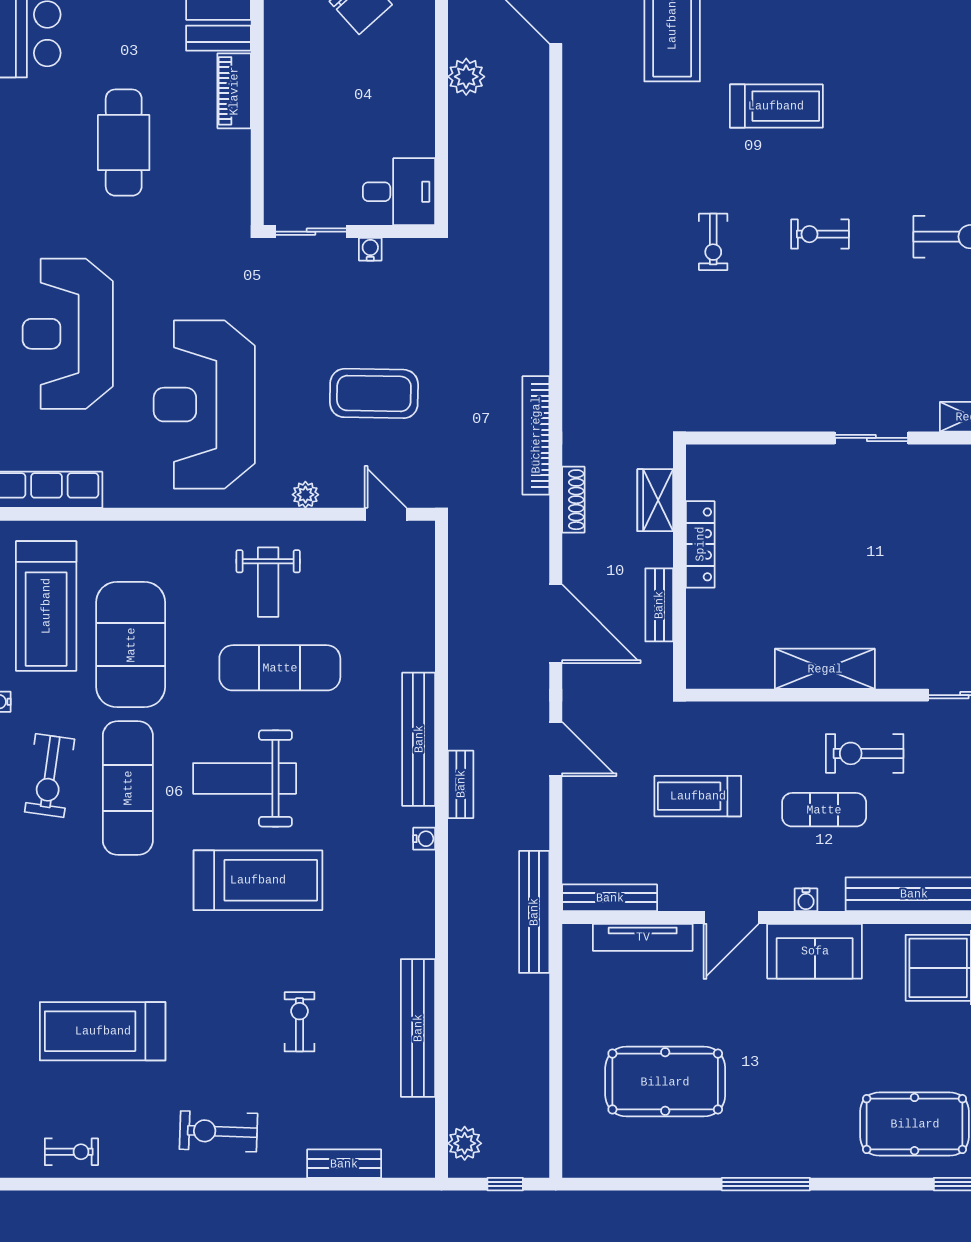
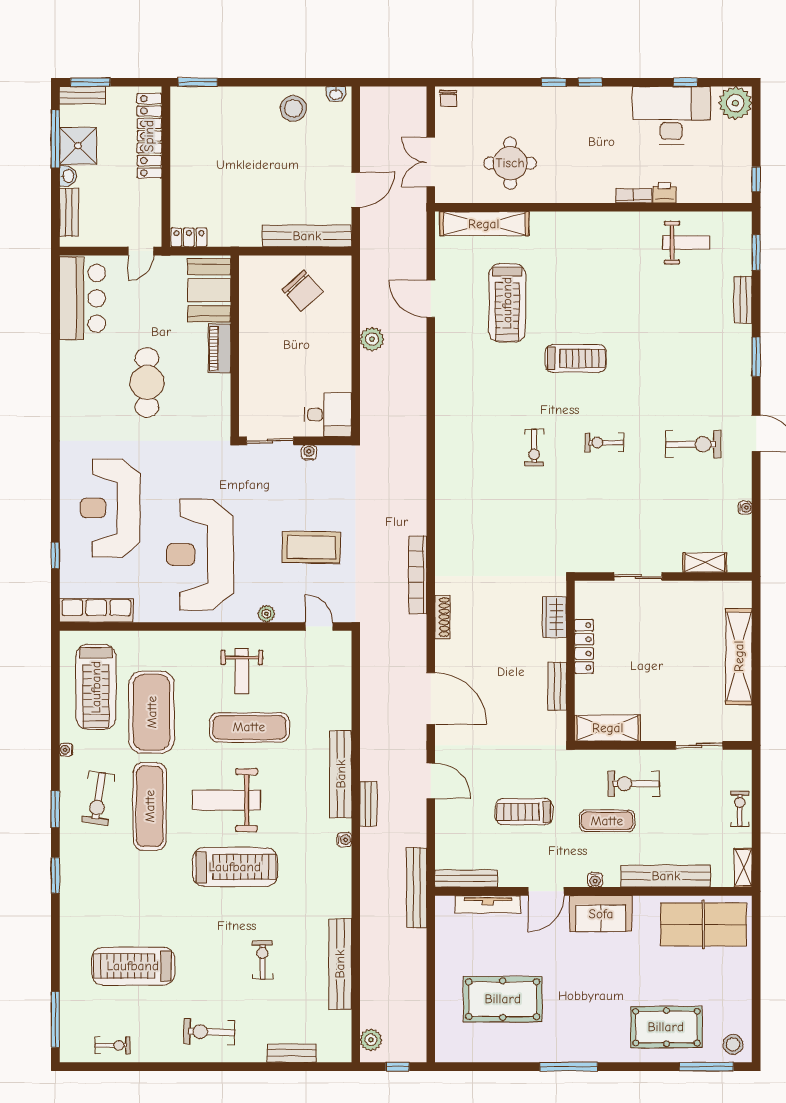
wardrobe: (655, 500) -> (555, 617), moved
locker: (700, 544) -> (584, 646), moved
wall: (680, 567) -> (571, 661), moved
bench: (659, 605) -> (557, 686), moved

